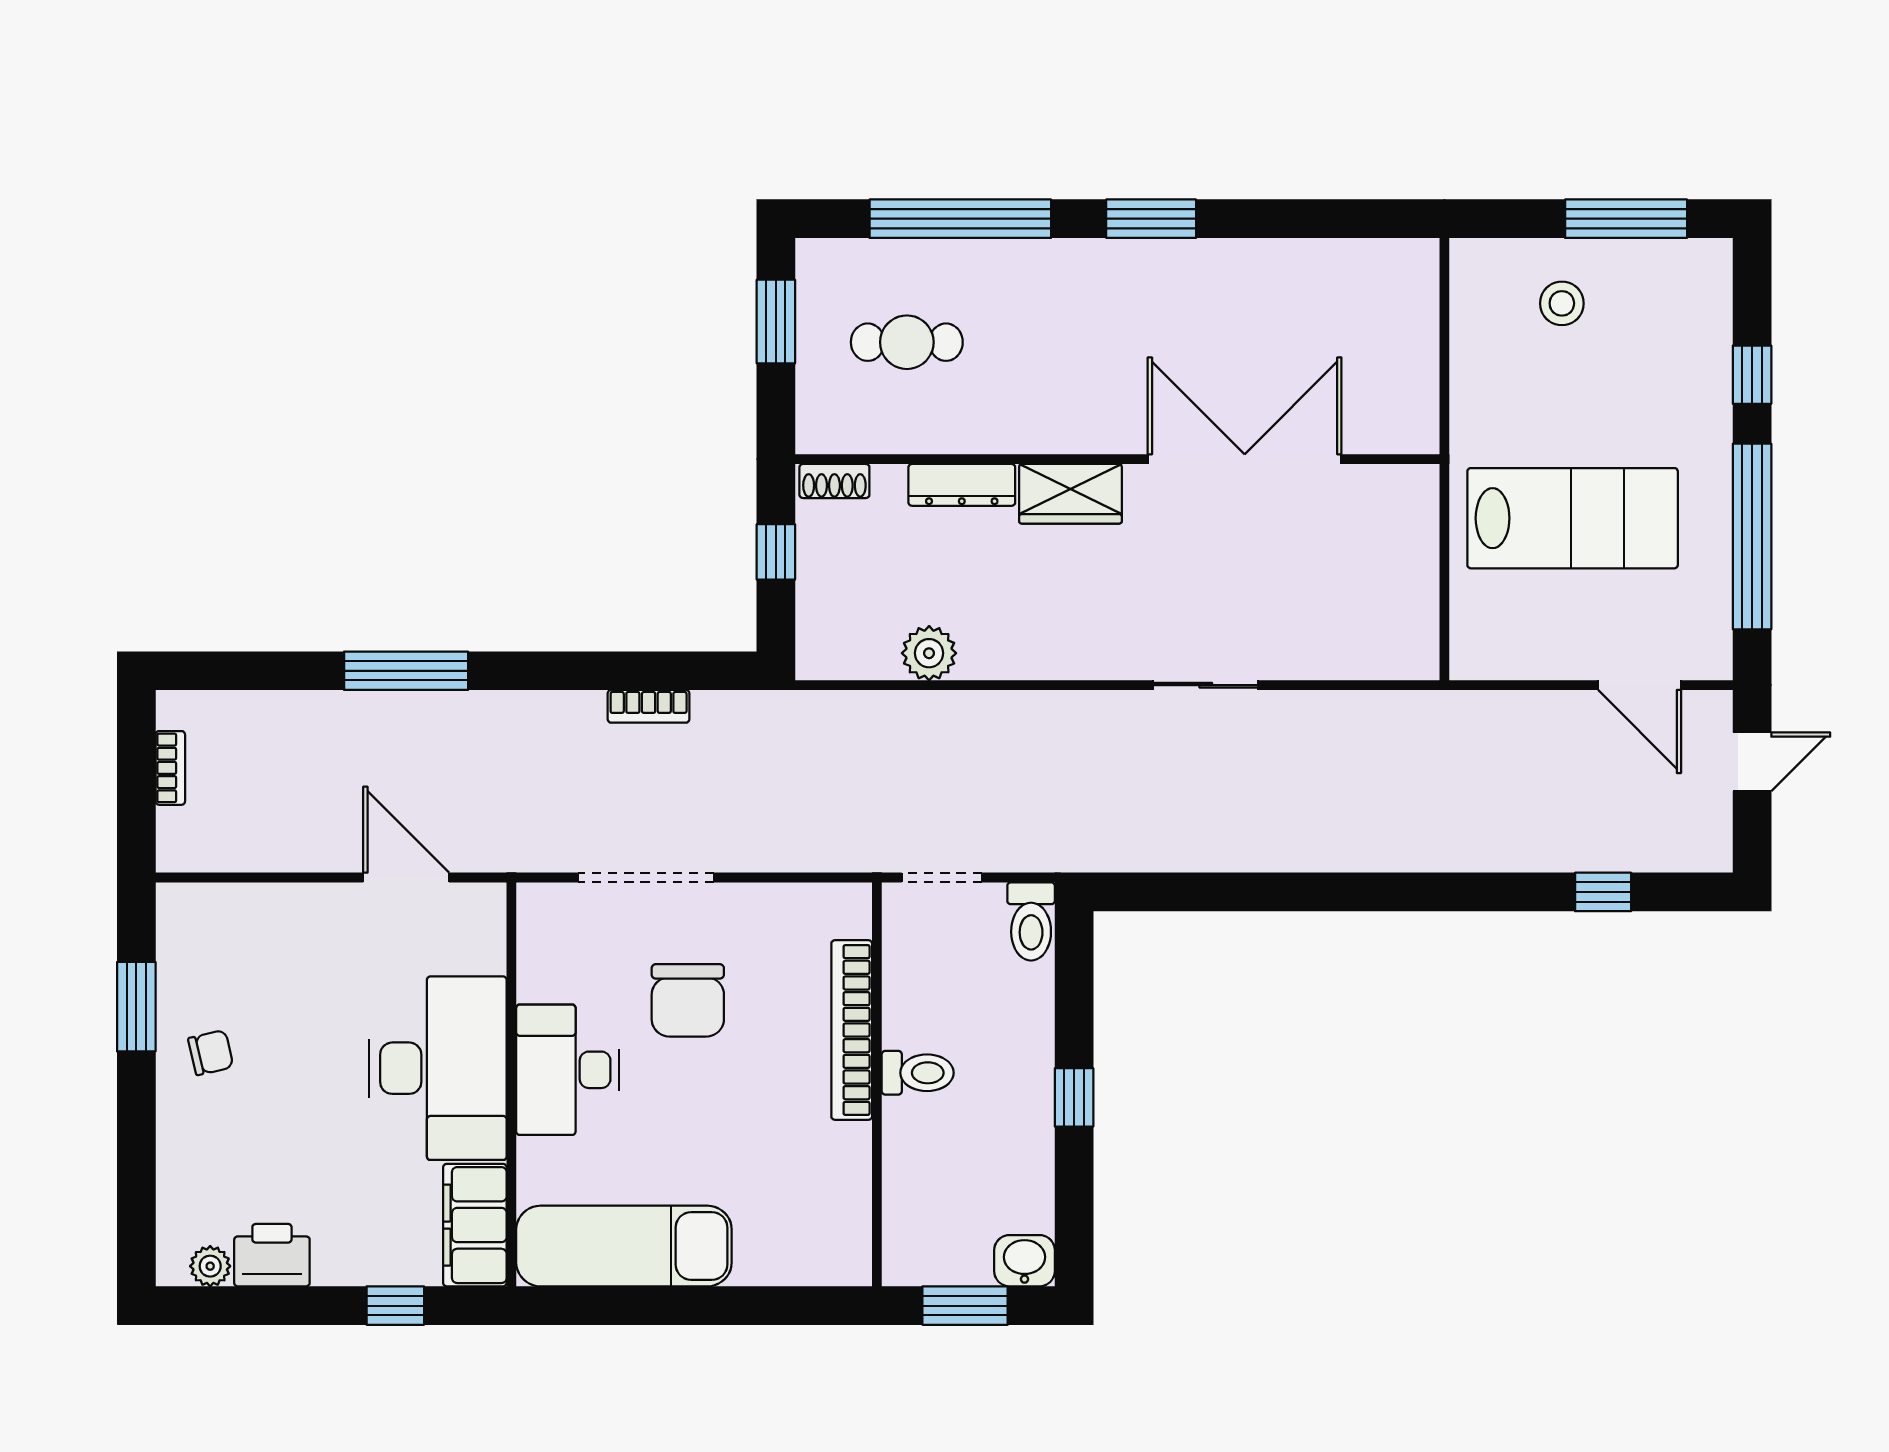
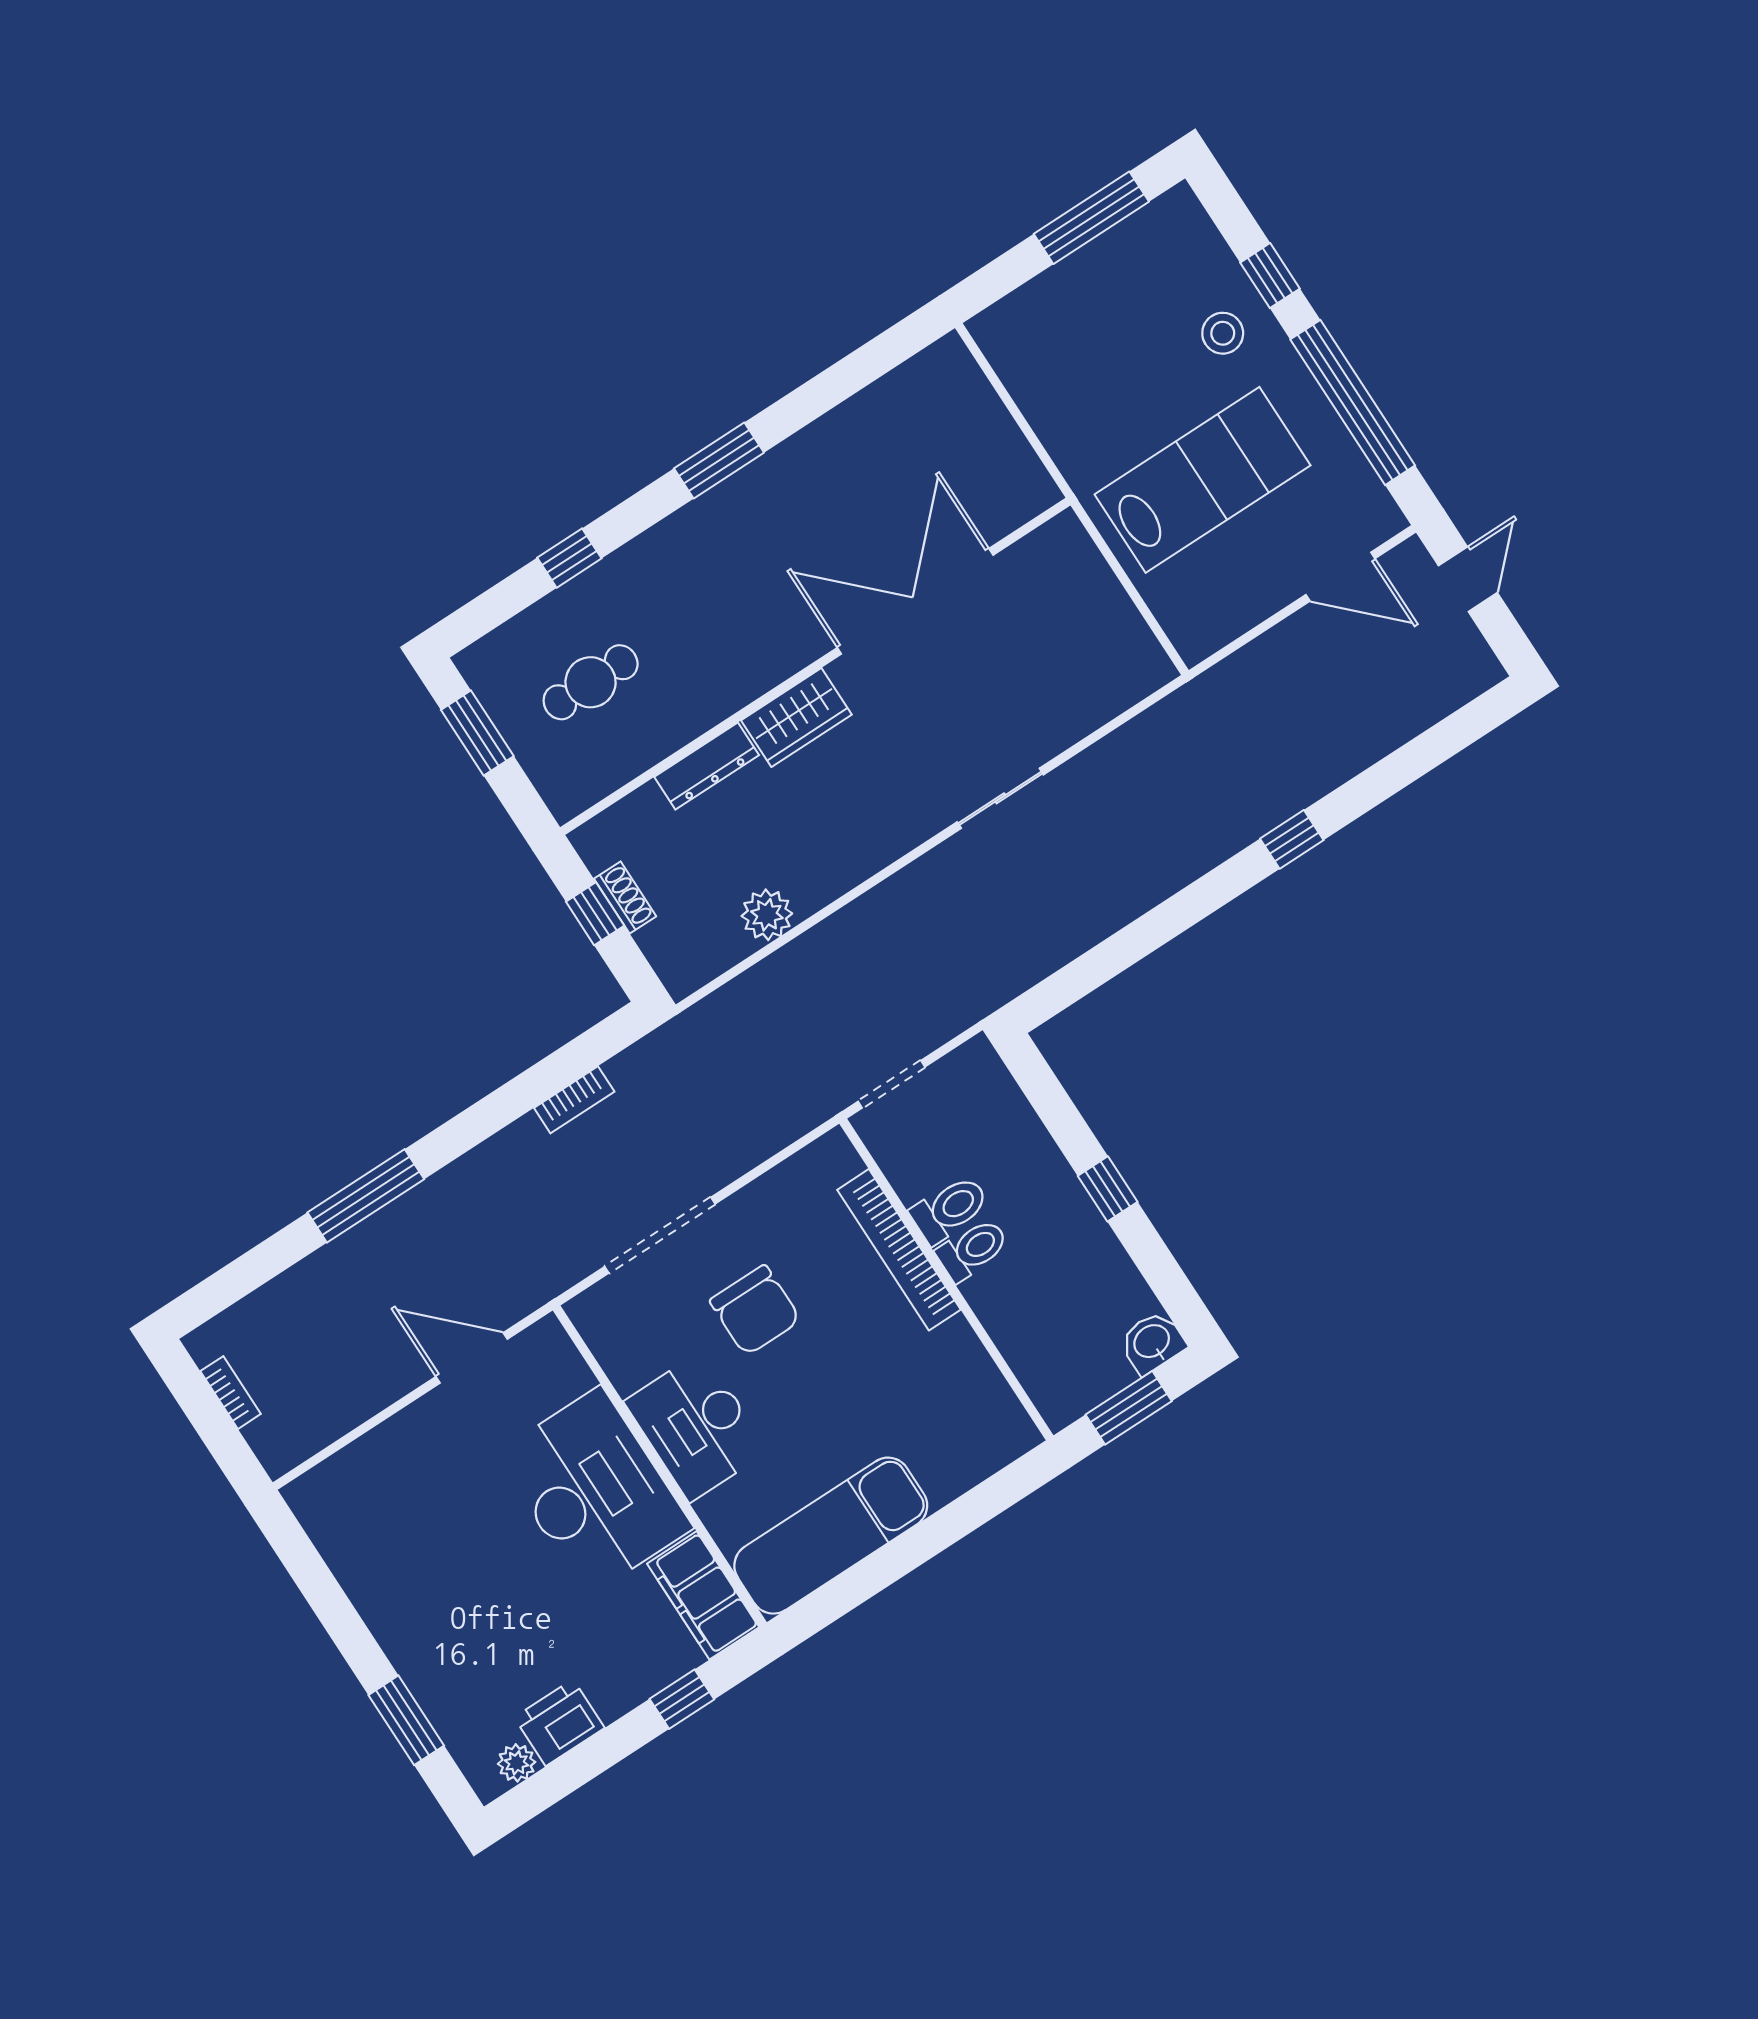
window: (960, 219) -> (569, 558), width x0.32
stool: (1562, 303) -> (1223, 333), moved
shoe rack: (834, 481) -> (625, 898), moved, turned -90
window: (1603, 892) -> (1292, 839), moved
toilet: (1031, 921) -> (950, 1209), moved, turned -90
window: (136, 1007) -> (406, 1720), moved
chair: (211, 1053) -> (408, 1595), removed

